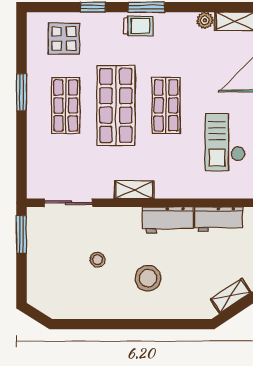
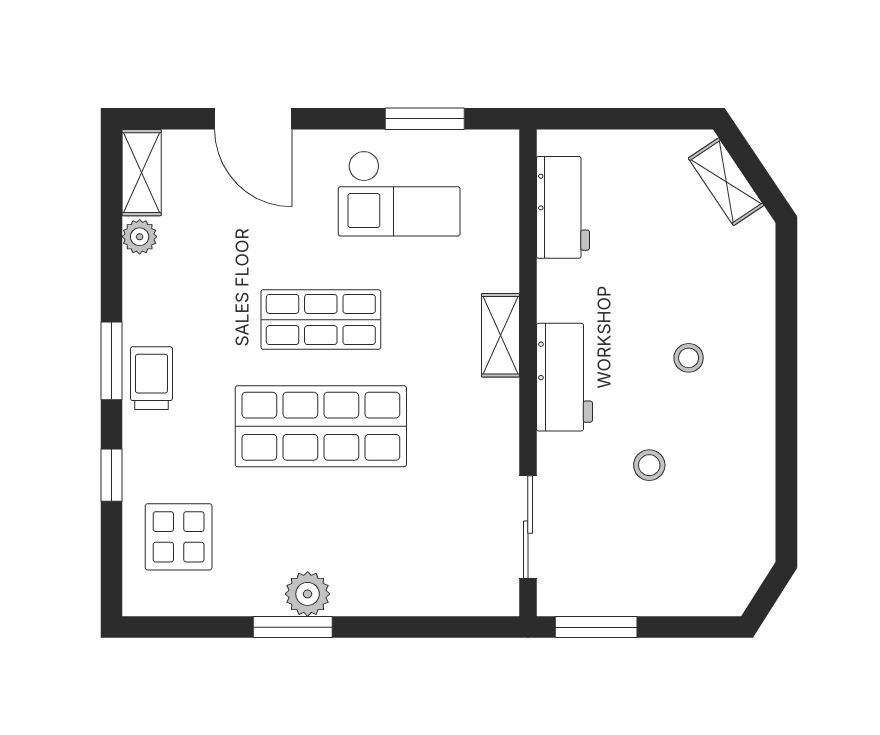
plant: (37, 99) -> (308, 594), added
shop shelf: (66, 105) -> (321, 533), removed
shelving: (134, 190) -> (501, 335), moved
workbench: (168, 220) -> (564, 377), moved
stool: (148, 278) -> (689, 358), width x0.53, depth x0.53

